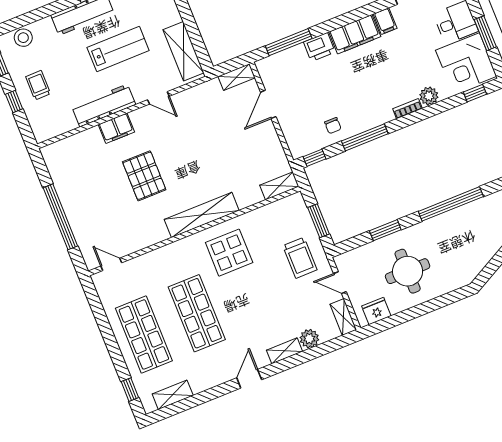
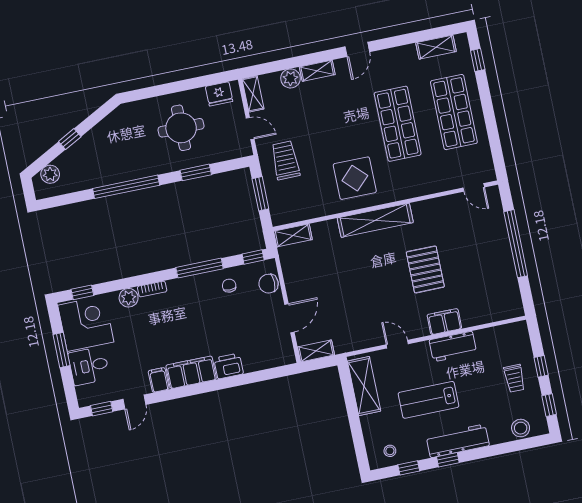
window: (289, 42) -> (258, 376), removed
workbench: (104, 105) -> (453, 346), width x0.73
chair: (295, 134) -> (269, 284), added

